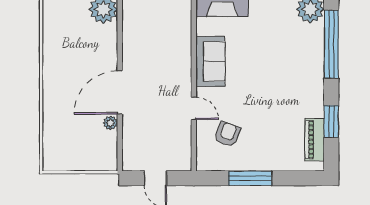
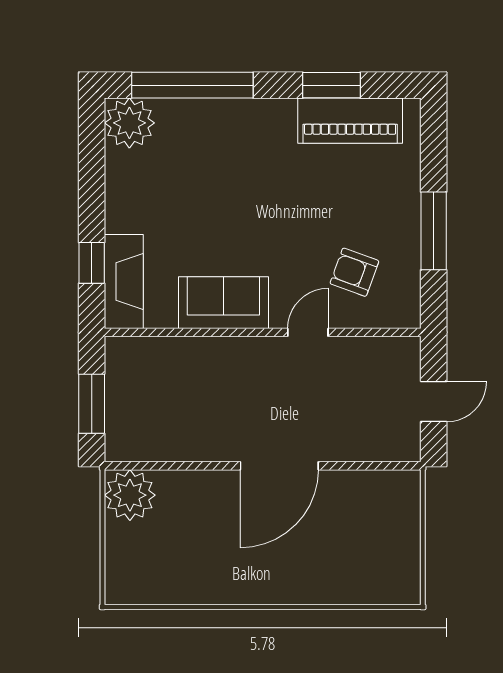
door: (120, 92) -> (279, 466), hinge flipped
plant: (110, 123) -> (334, 482), removed
piano: (315, 140) -> (350, 121), width x1.37, depth x1.33

